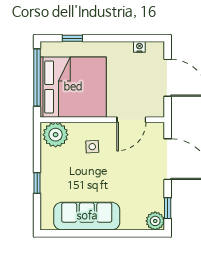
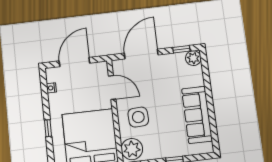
window: (72, 38) -> (48, 128), moved
side table: (92, 147) -> (138, 117), width x1.87, depth x1.87

